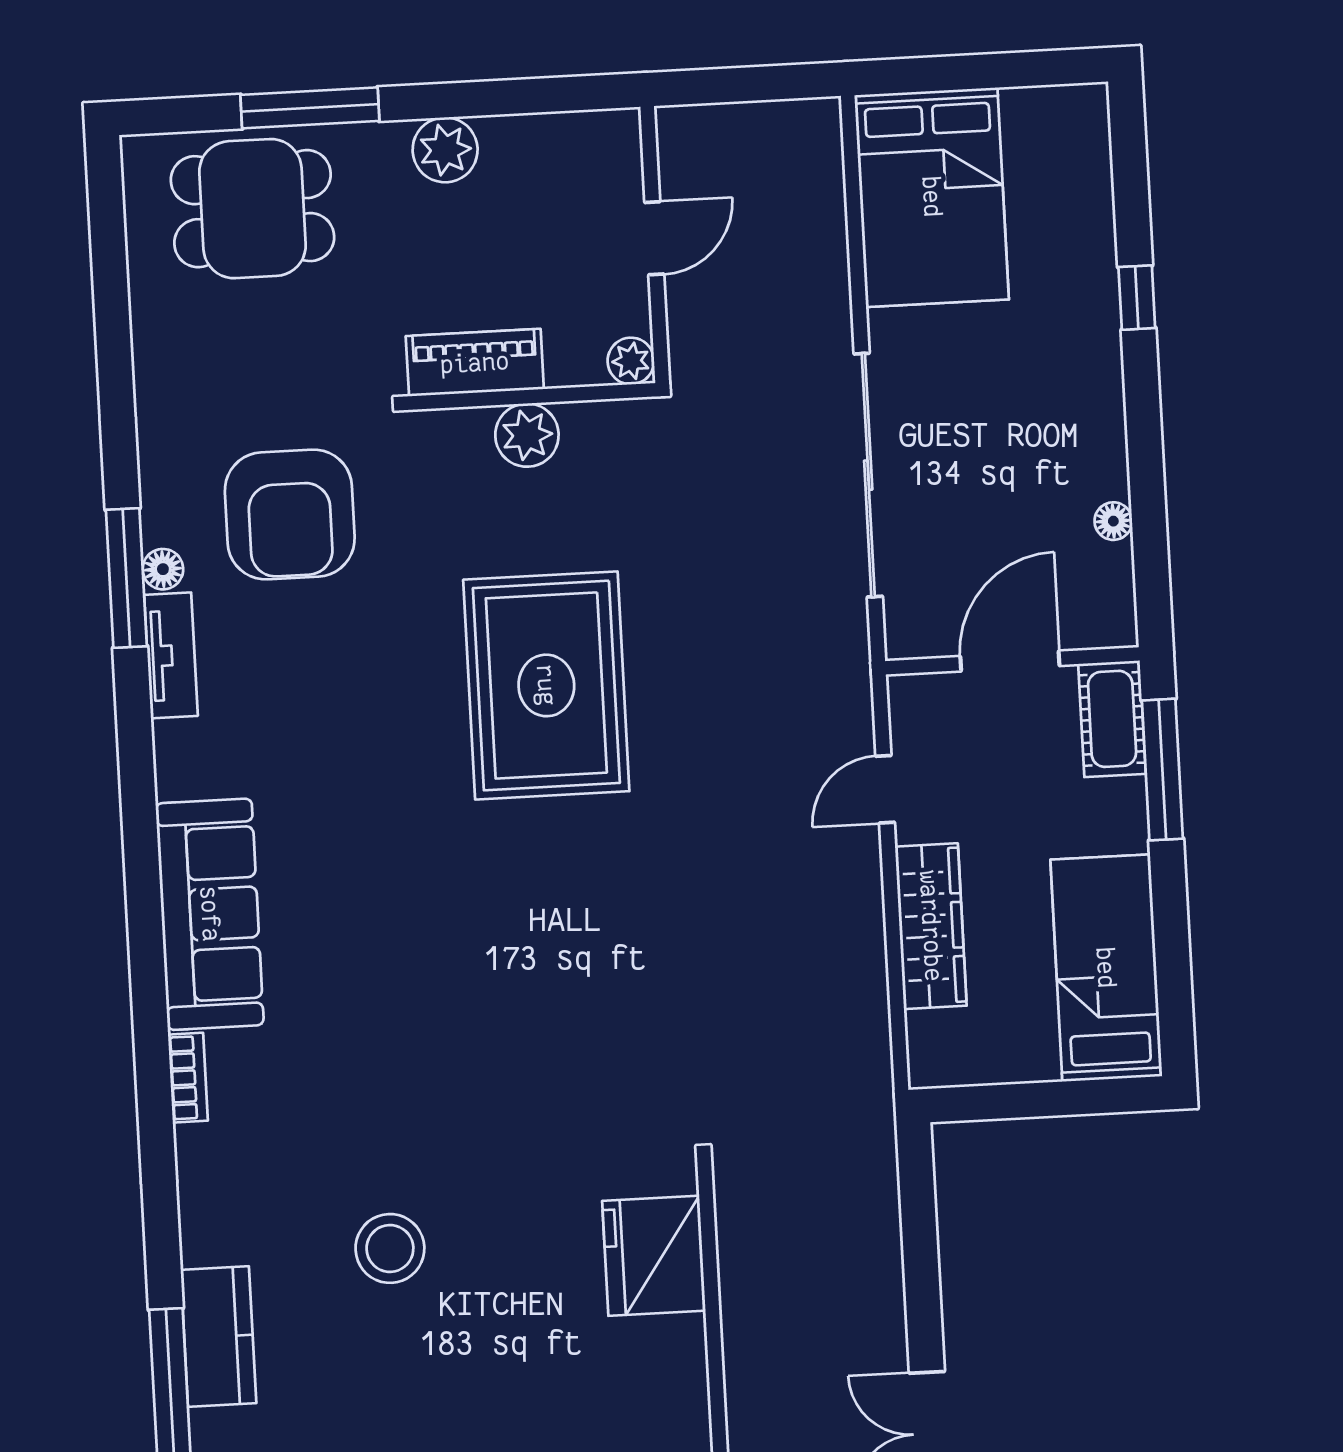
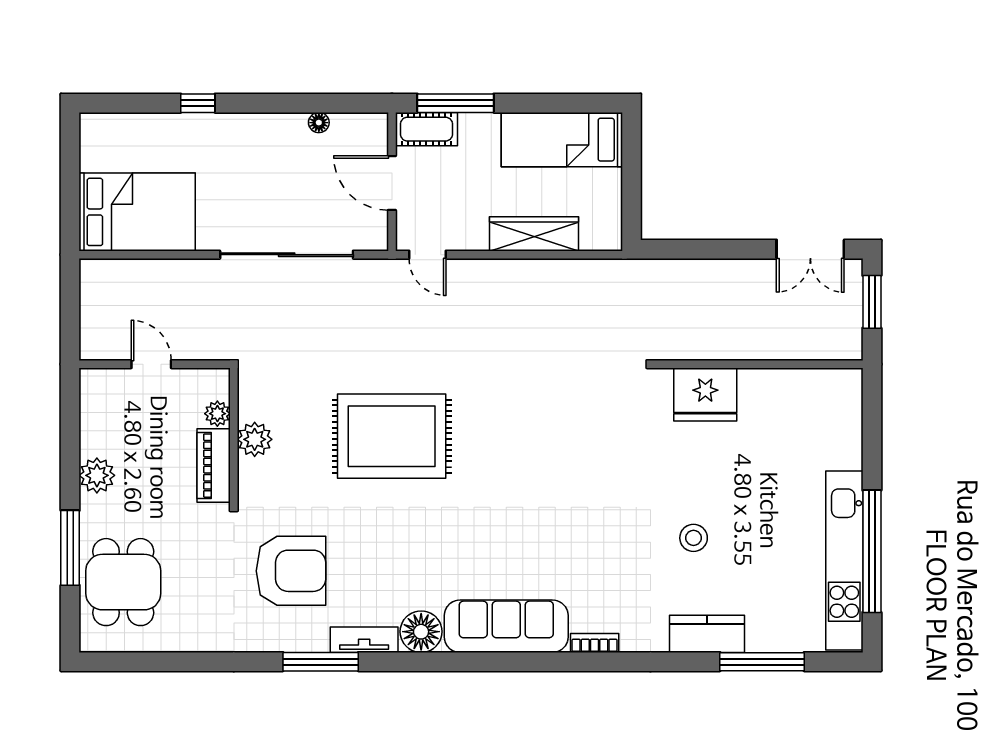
plant: (631, 361) -> (217, 414), moved
floor lamp: (163, 569) -> (421, 632), moved, width x1.89, depth x1.89
door: (885, 789) -> (427, 255), moved
stool: (390, 1248) -> (694, 538), width x0.73, depth x0.73
kitchen counter: (218, 1336) -> (707, 634), moved

